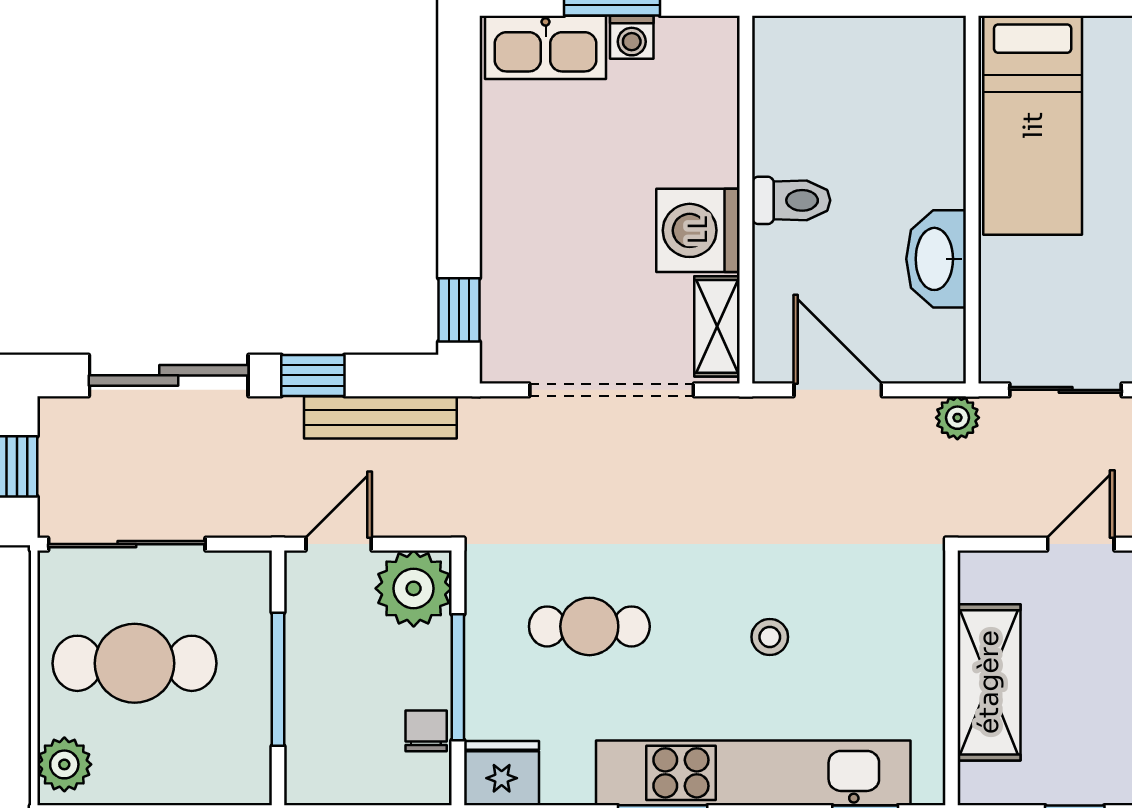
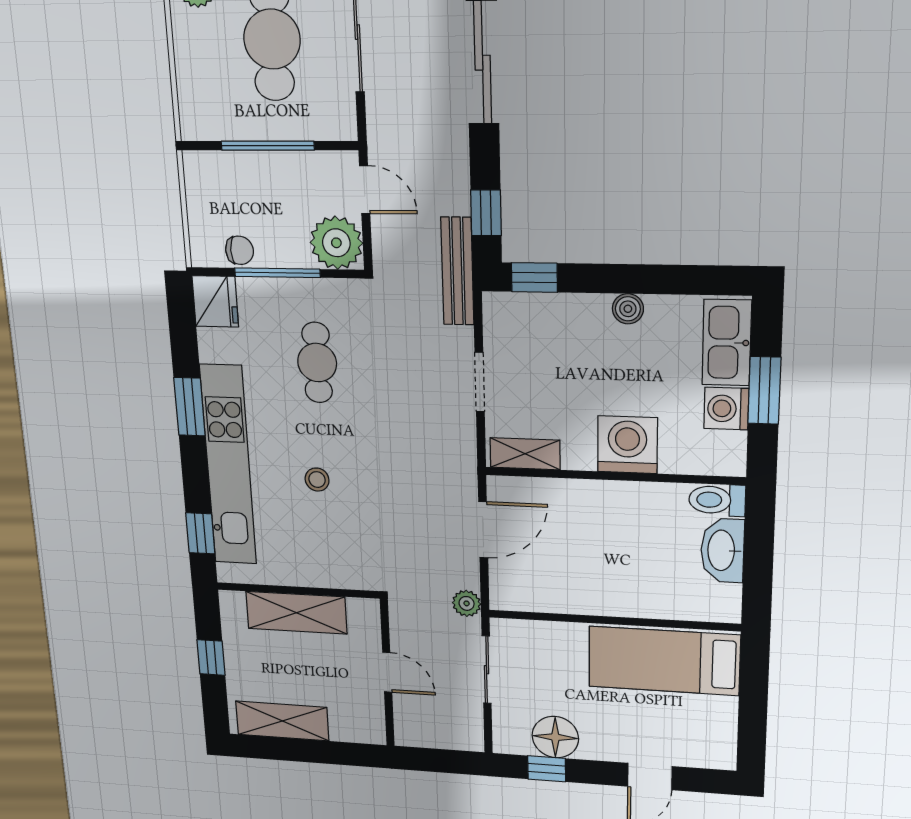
washing machine: (632, 37) -> (726, 409), width x1.38, depth x1.38
boiler: (501, 182) -> (628, 309), added
toilet: (791, 200) -> (717, 500), moved, turned 90
washing machine: (698, 230) -> (627, 445), moved
washbasin: (936, 259) -> (722, 550), moved, turned -90
window: (313, 375) -> (486, 213), moved
doorway: (612, 390) -> (480, 382), width x0.53
bench: (380, 417) -> (457, 271), moved

